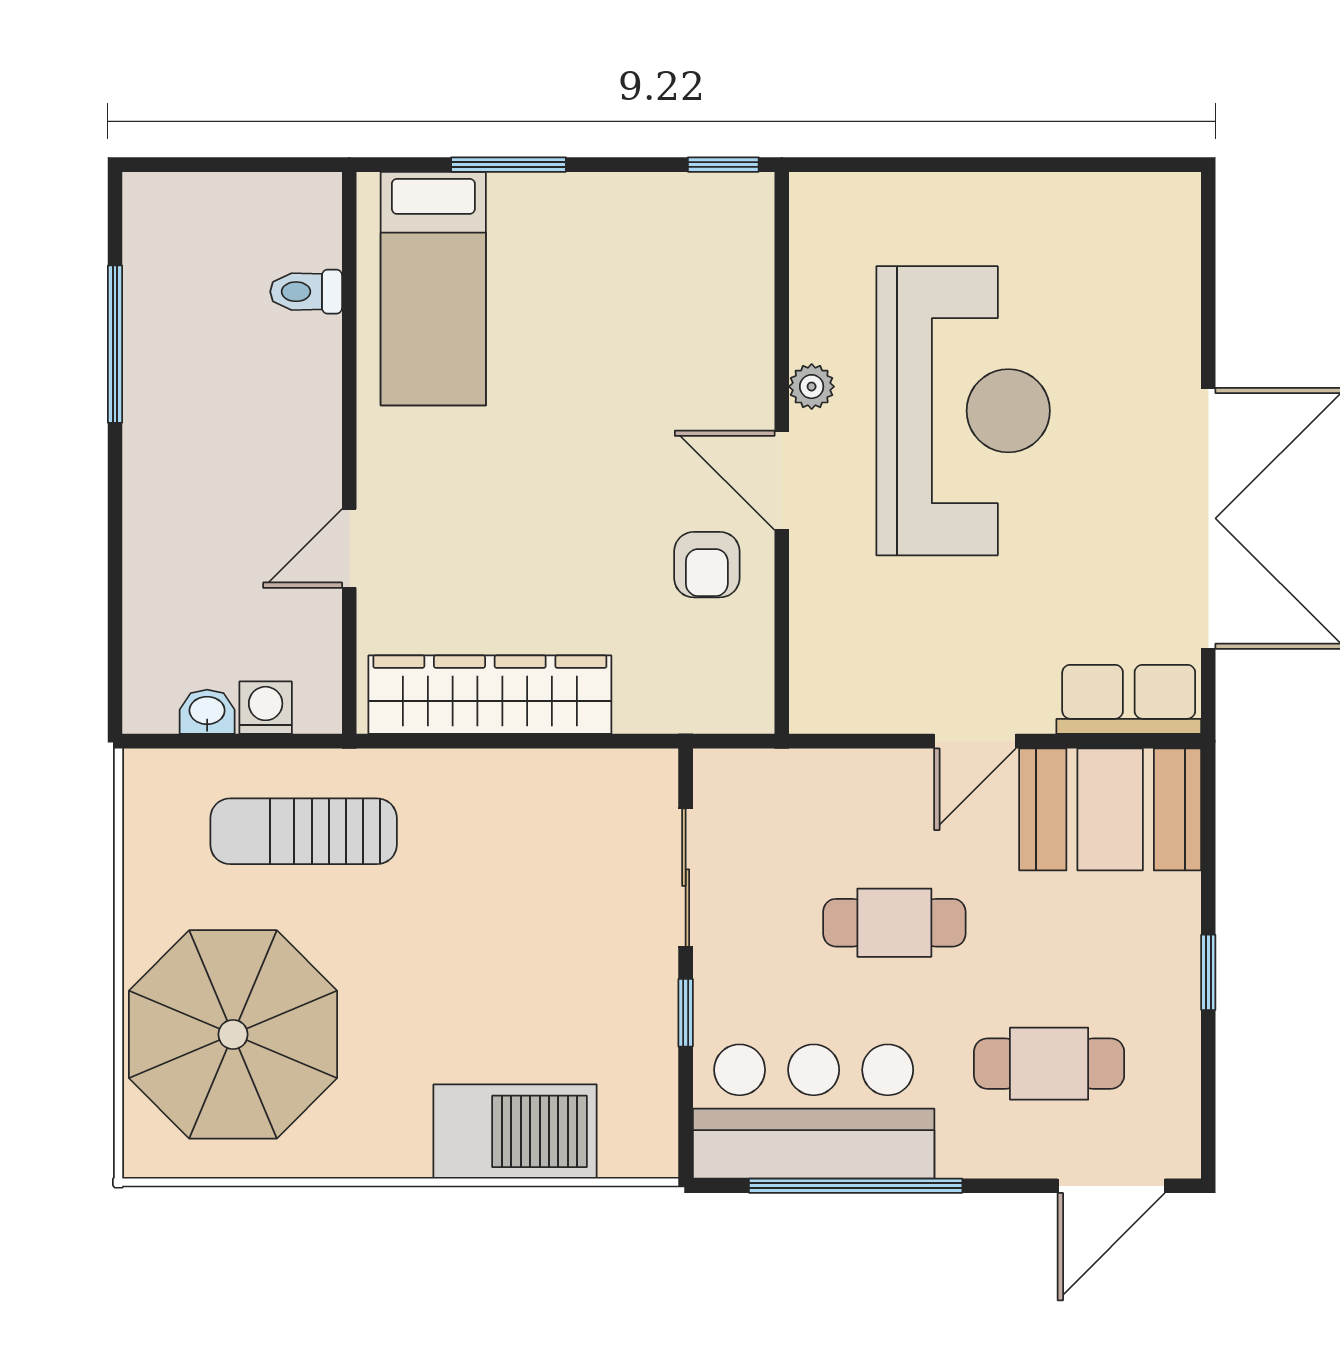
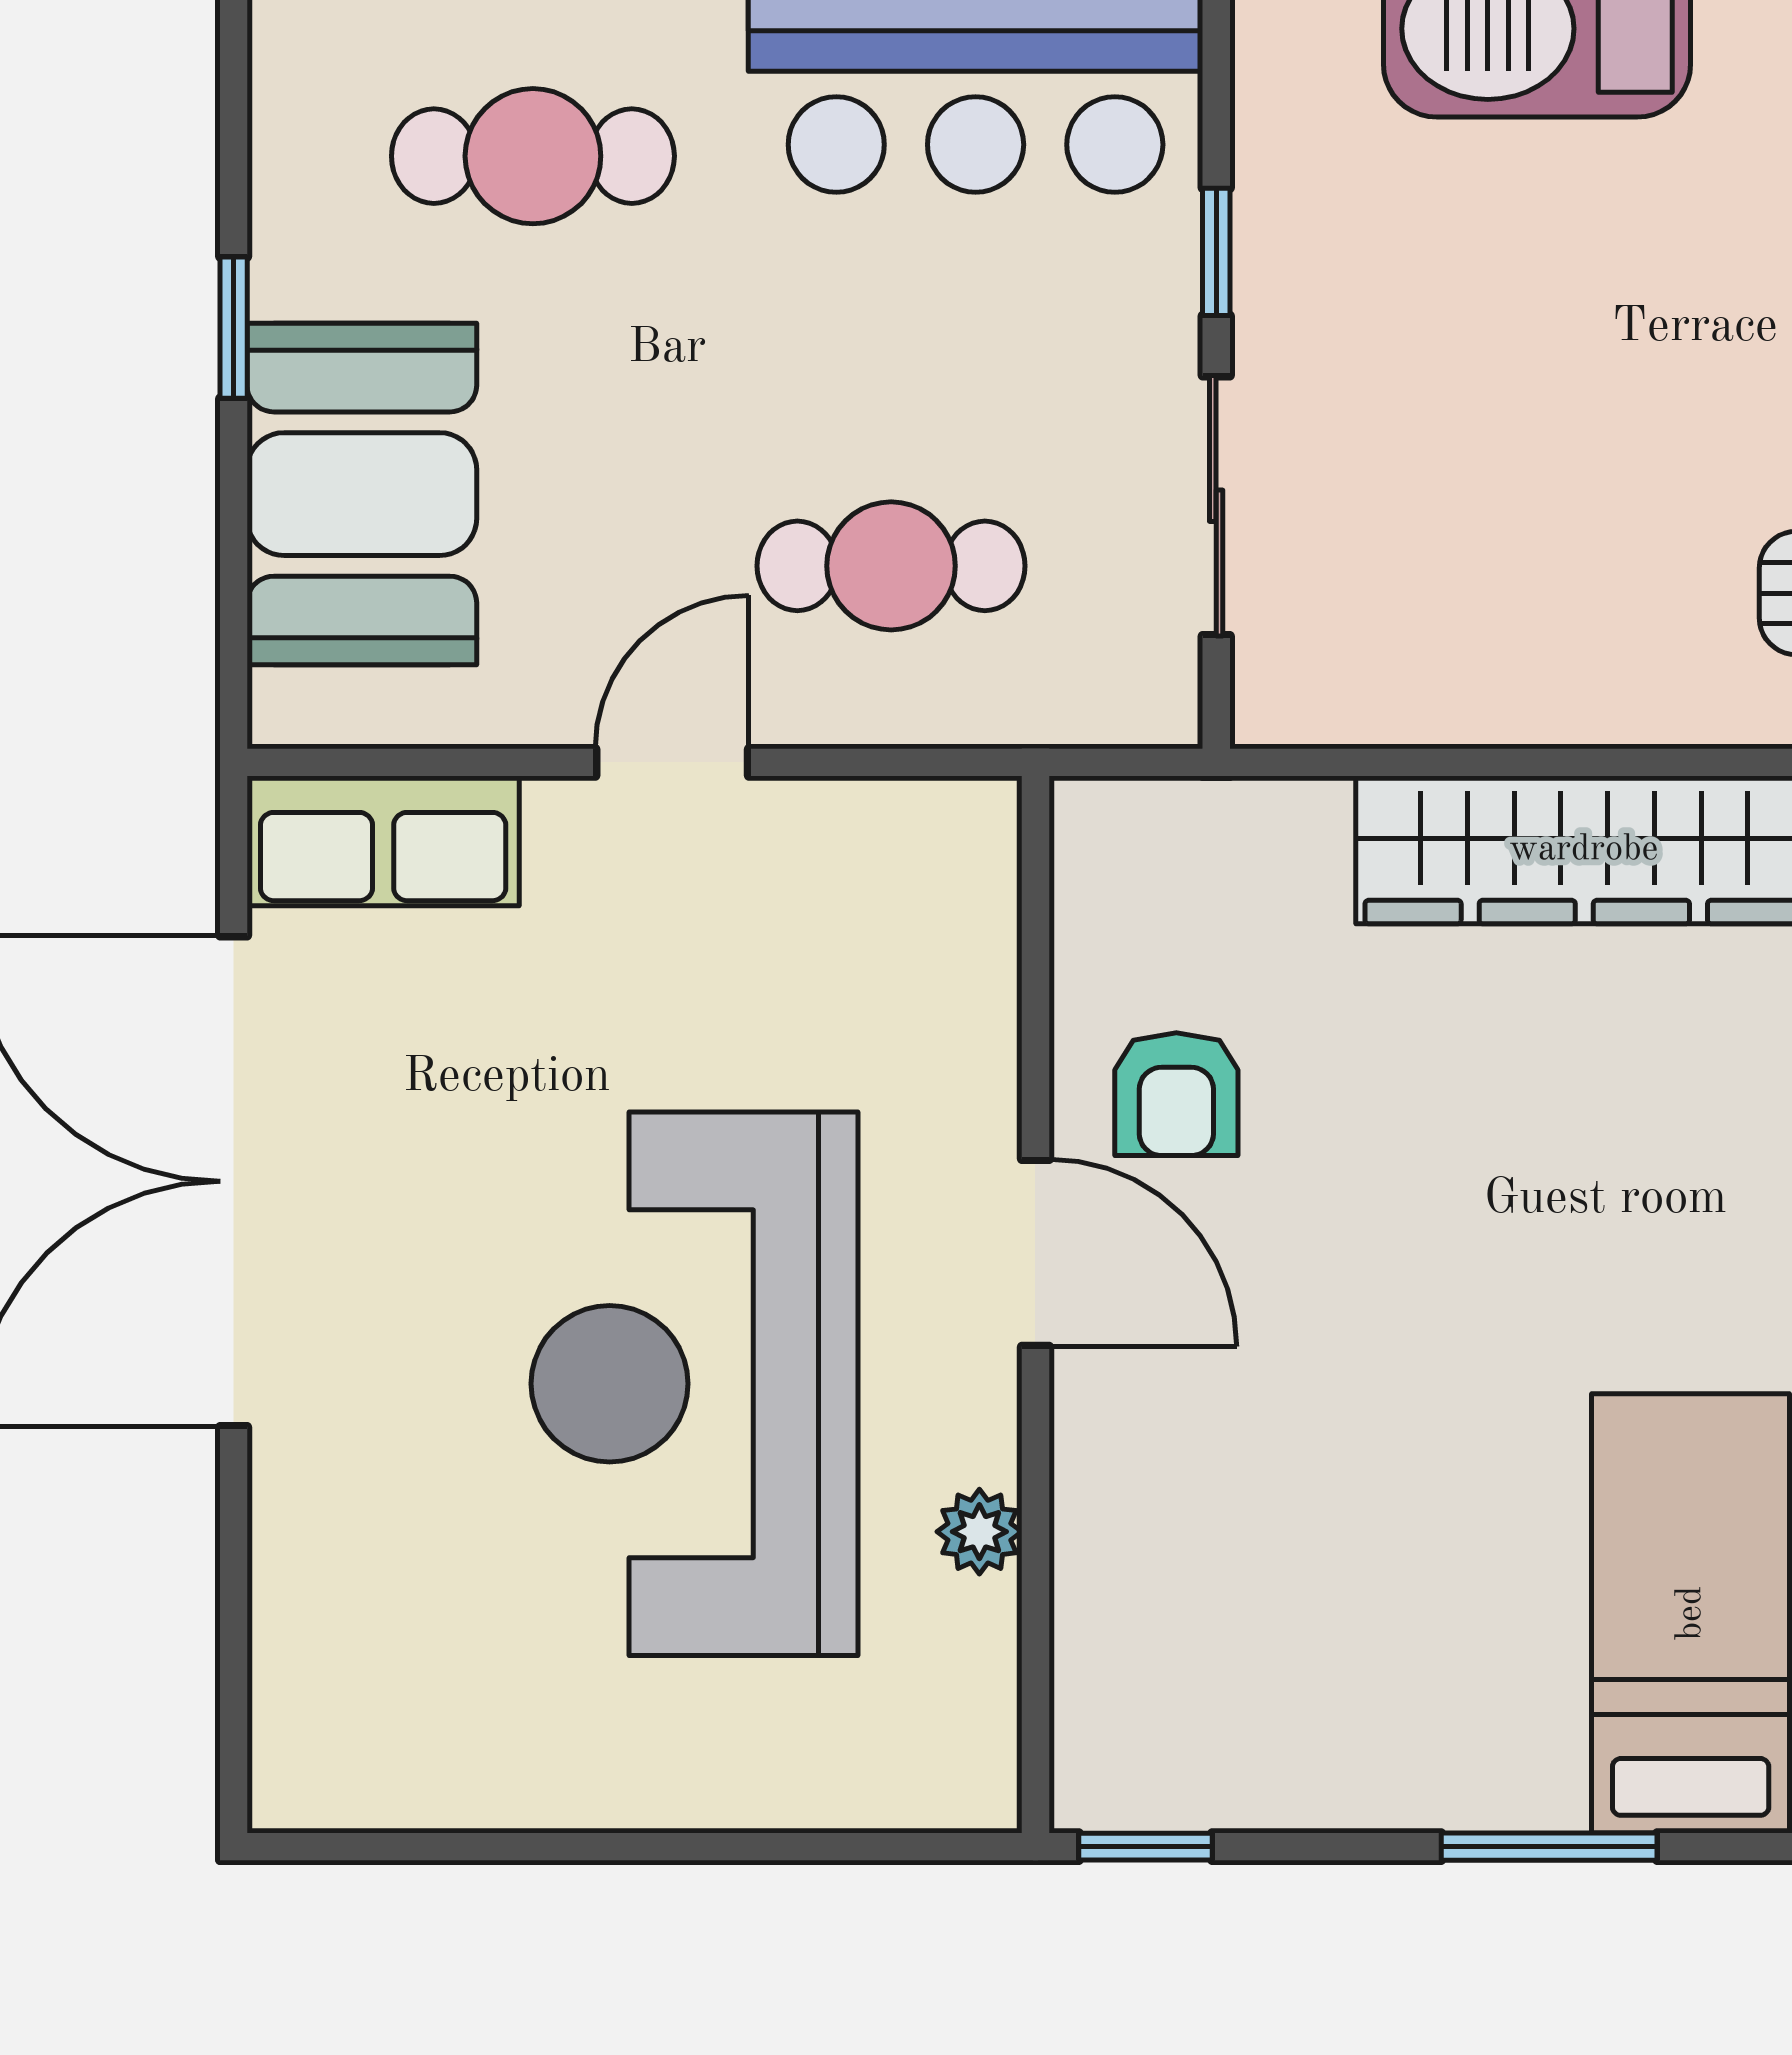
plant: (812, 387) -> (979, 1532), moved
armchair: (707, 565) -> (1176, 1094), turned 180
booth: (1110, 809) -> (362, 494), moved, turned 90
cafe table: (894, 923) -> (891, 566), moved

